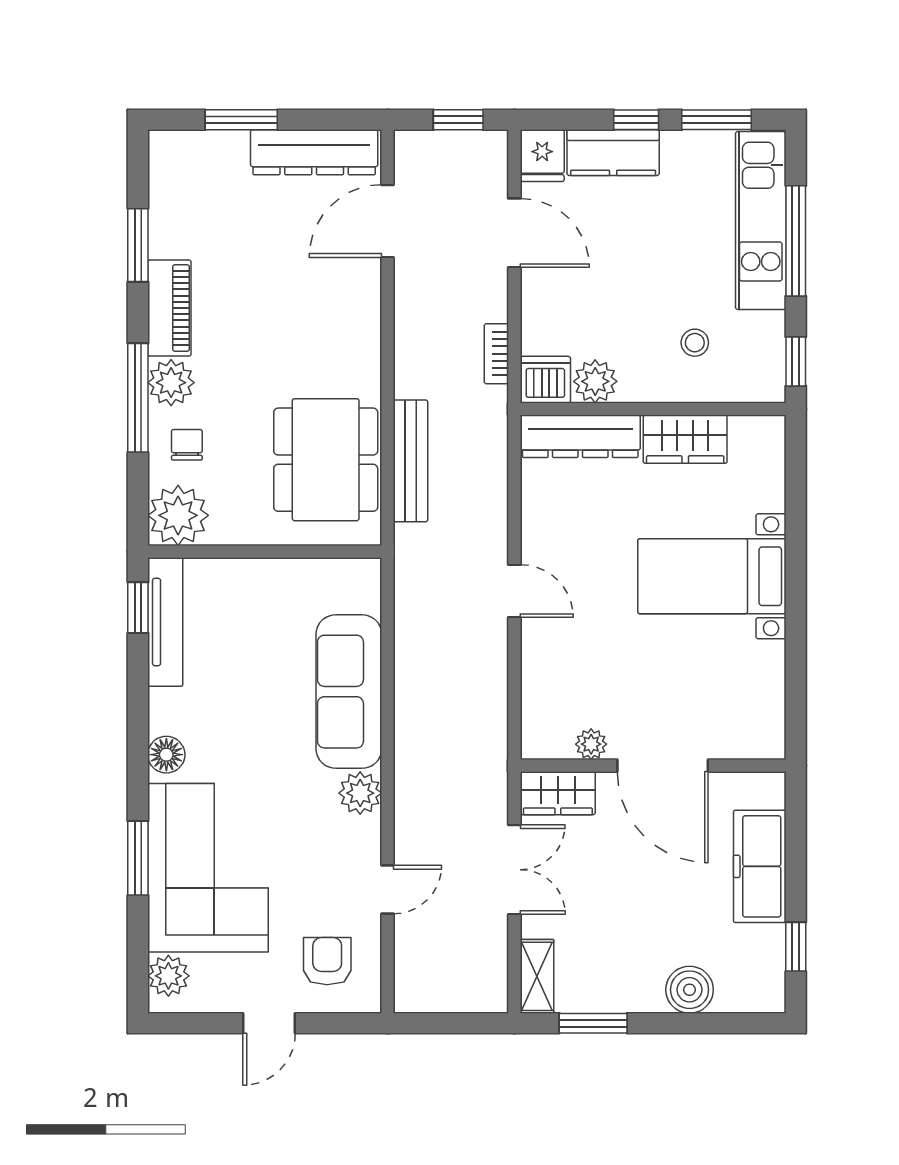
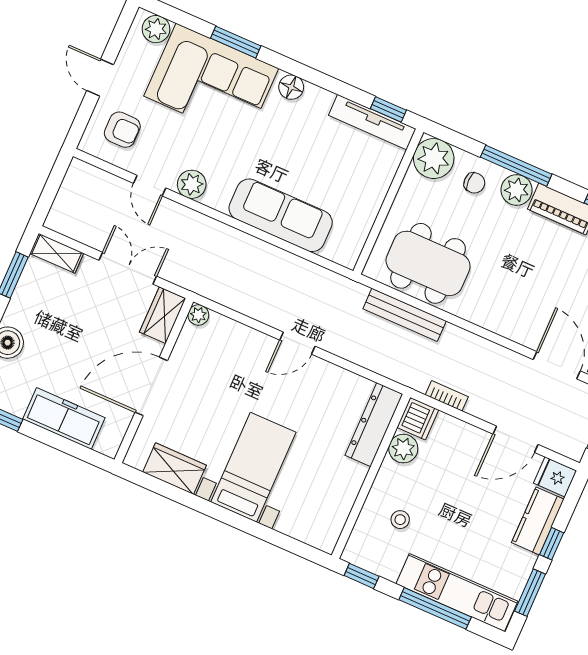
wardrobe: (685, 439) -> (175, 469), moved, turned 90
plant: (591, 744) -> (198, 315), moved
plant: (360, 793) -> (192, 184), moved
double door: (514, 870) -> (128, 268), swing flipped

